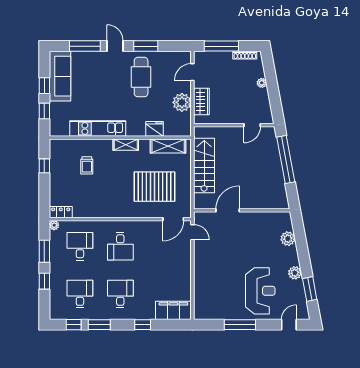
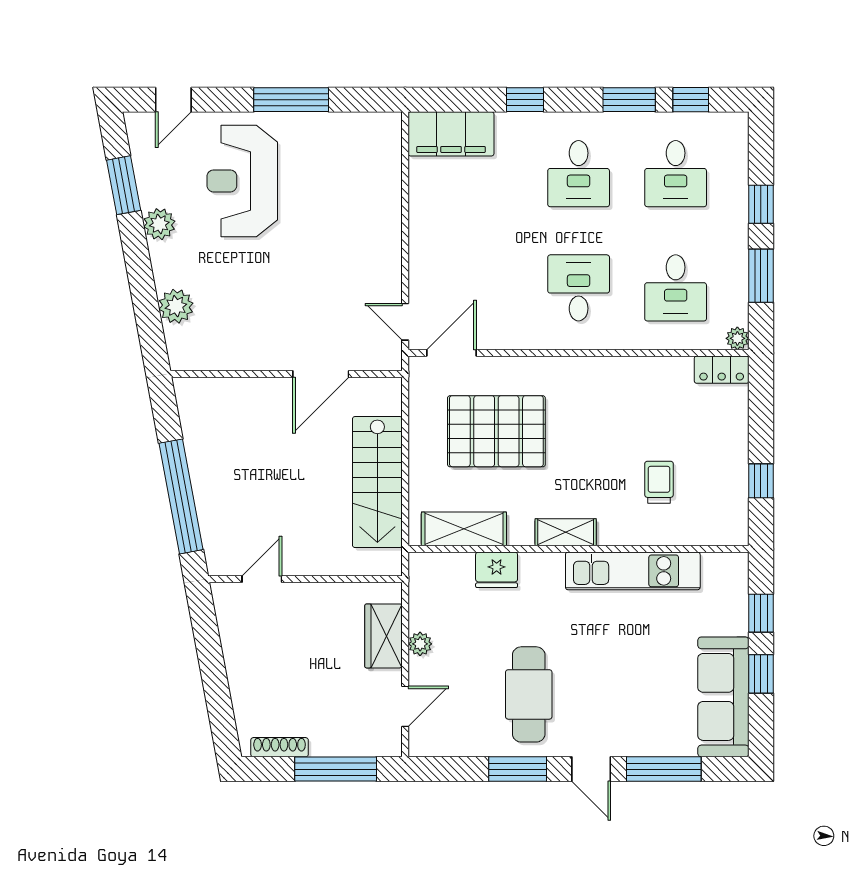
plant: (262, 83) -> (239, 680), removed
plant: (182, 102) -> (420, 644), width x0.53, depth x0.53

